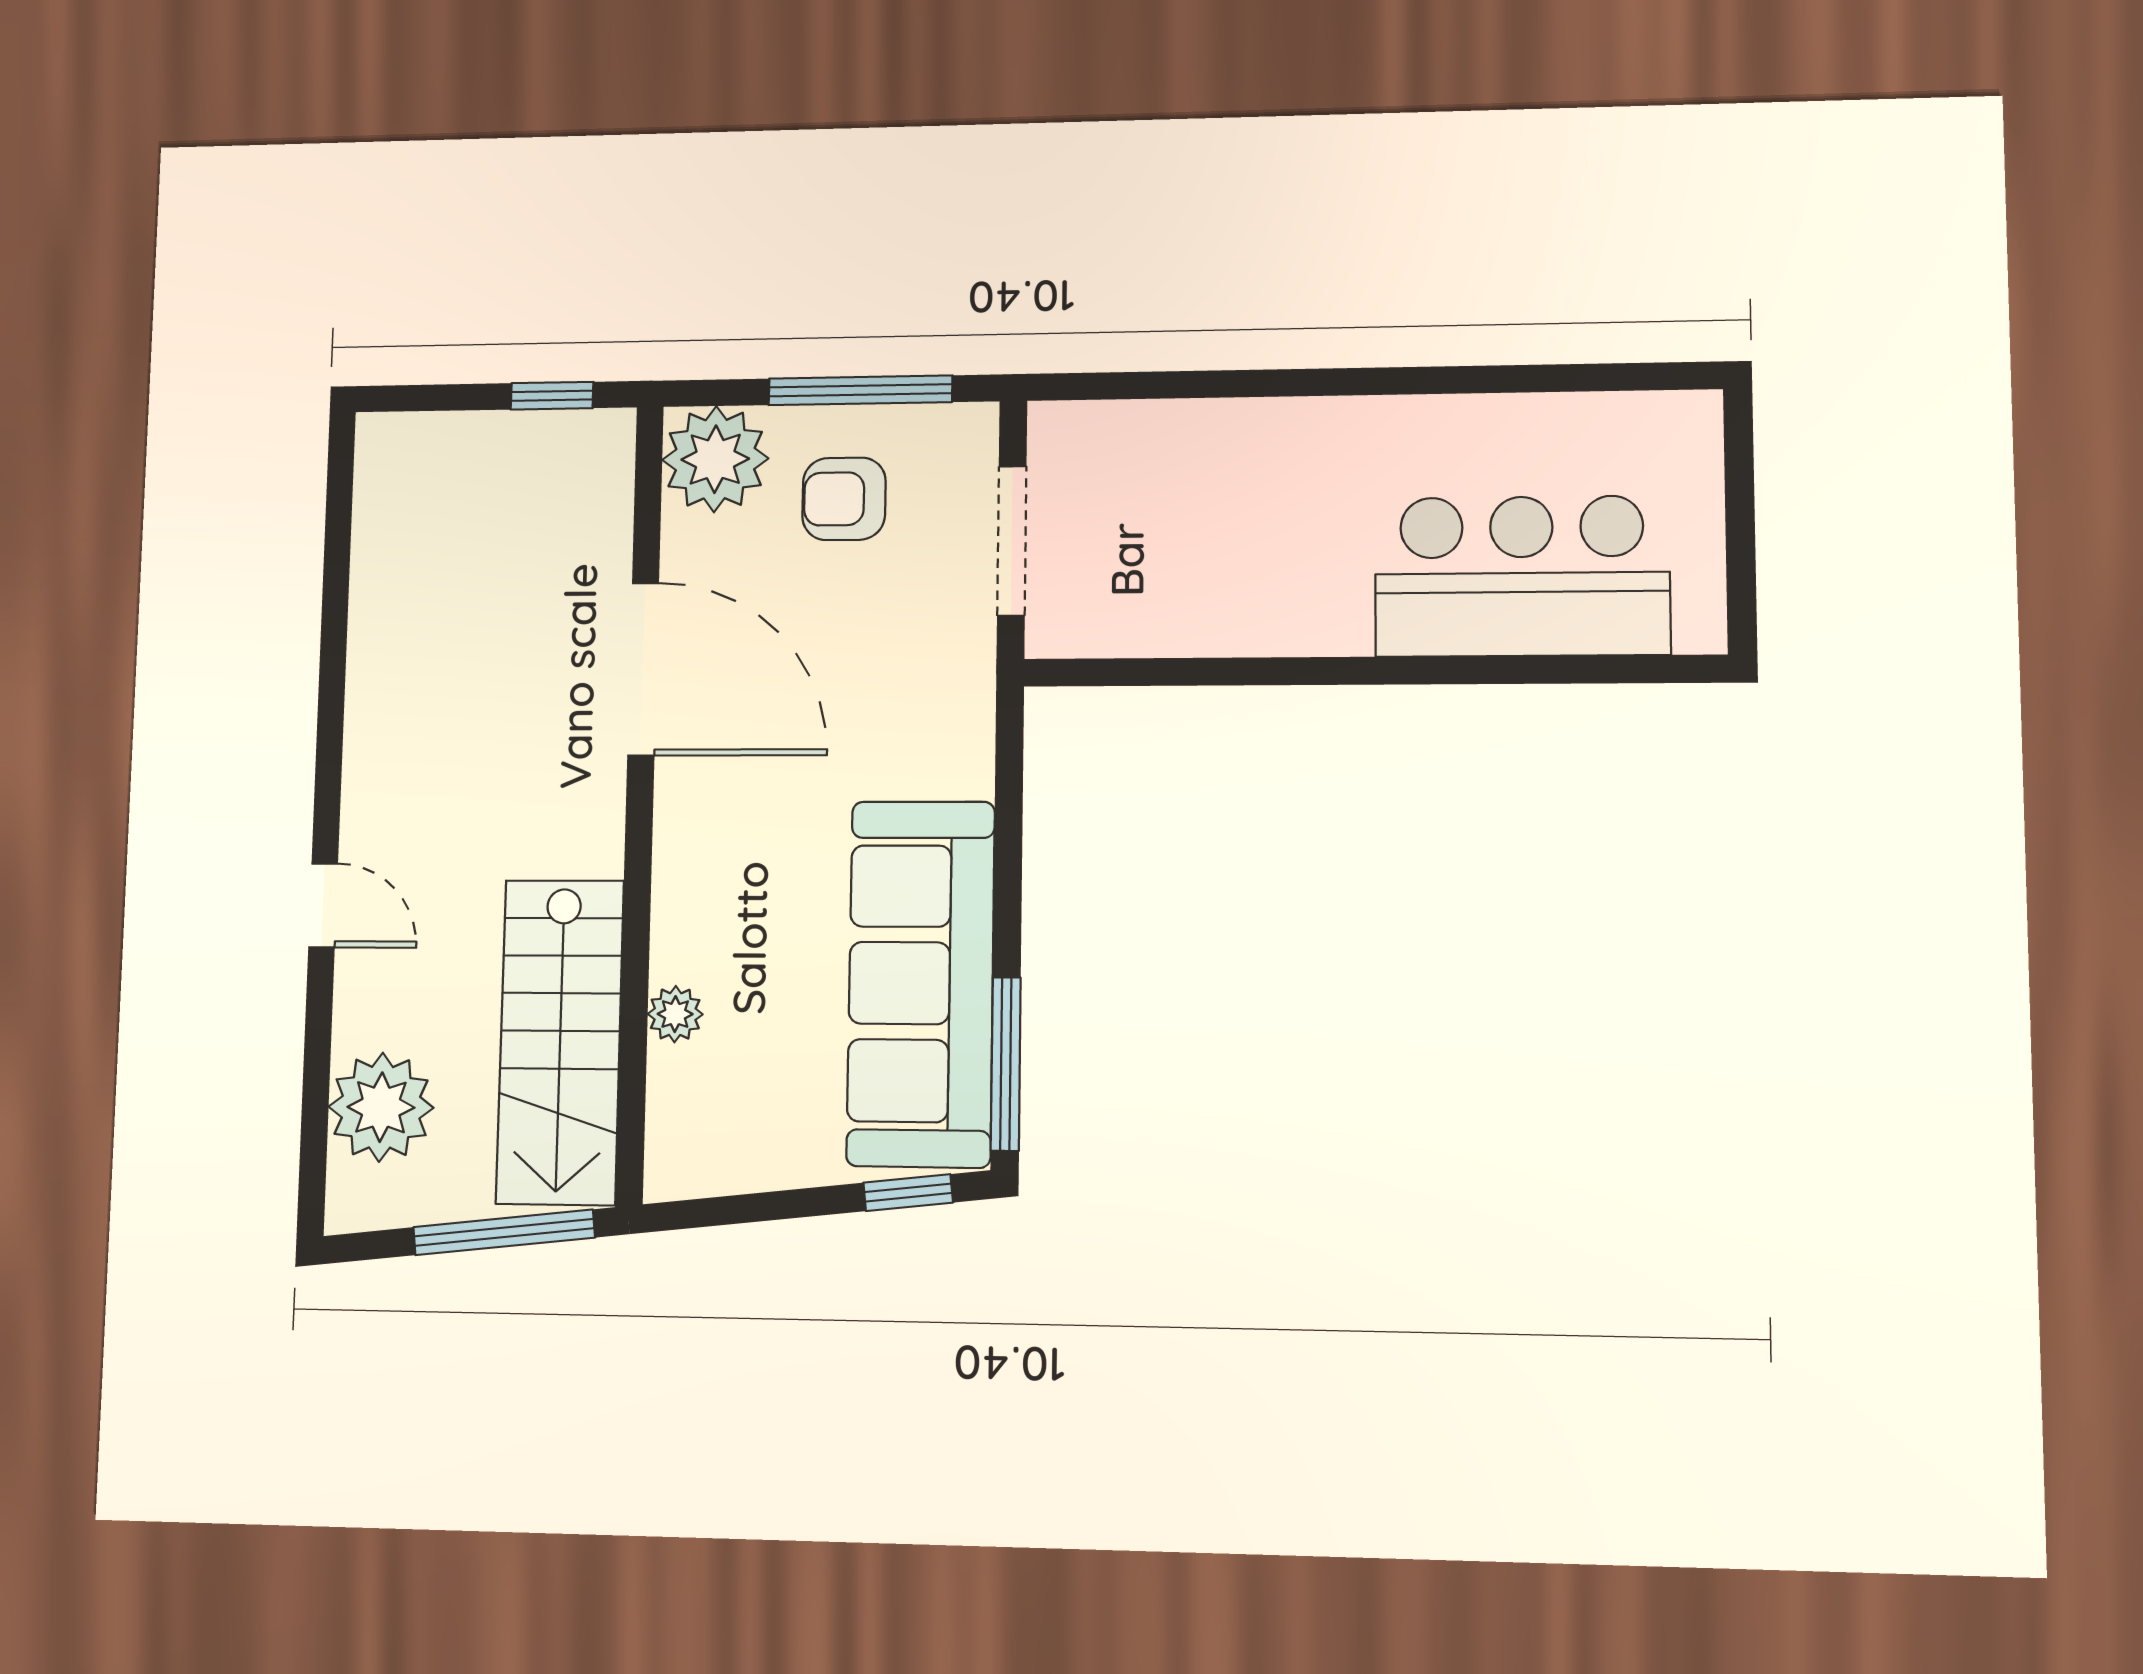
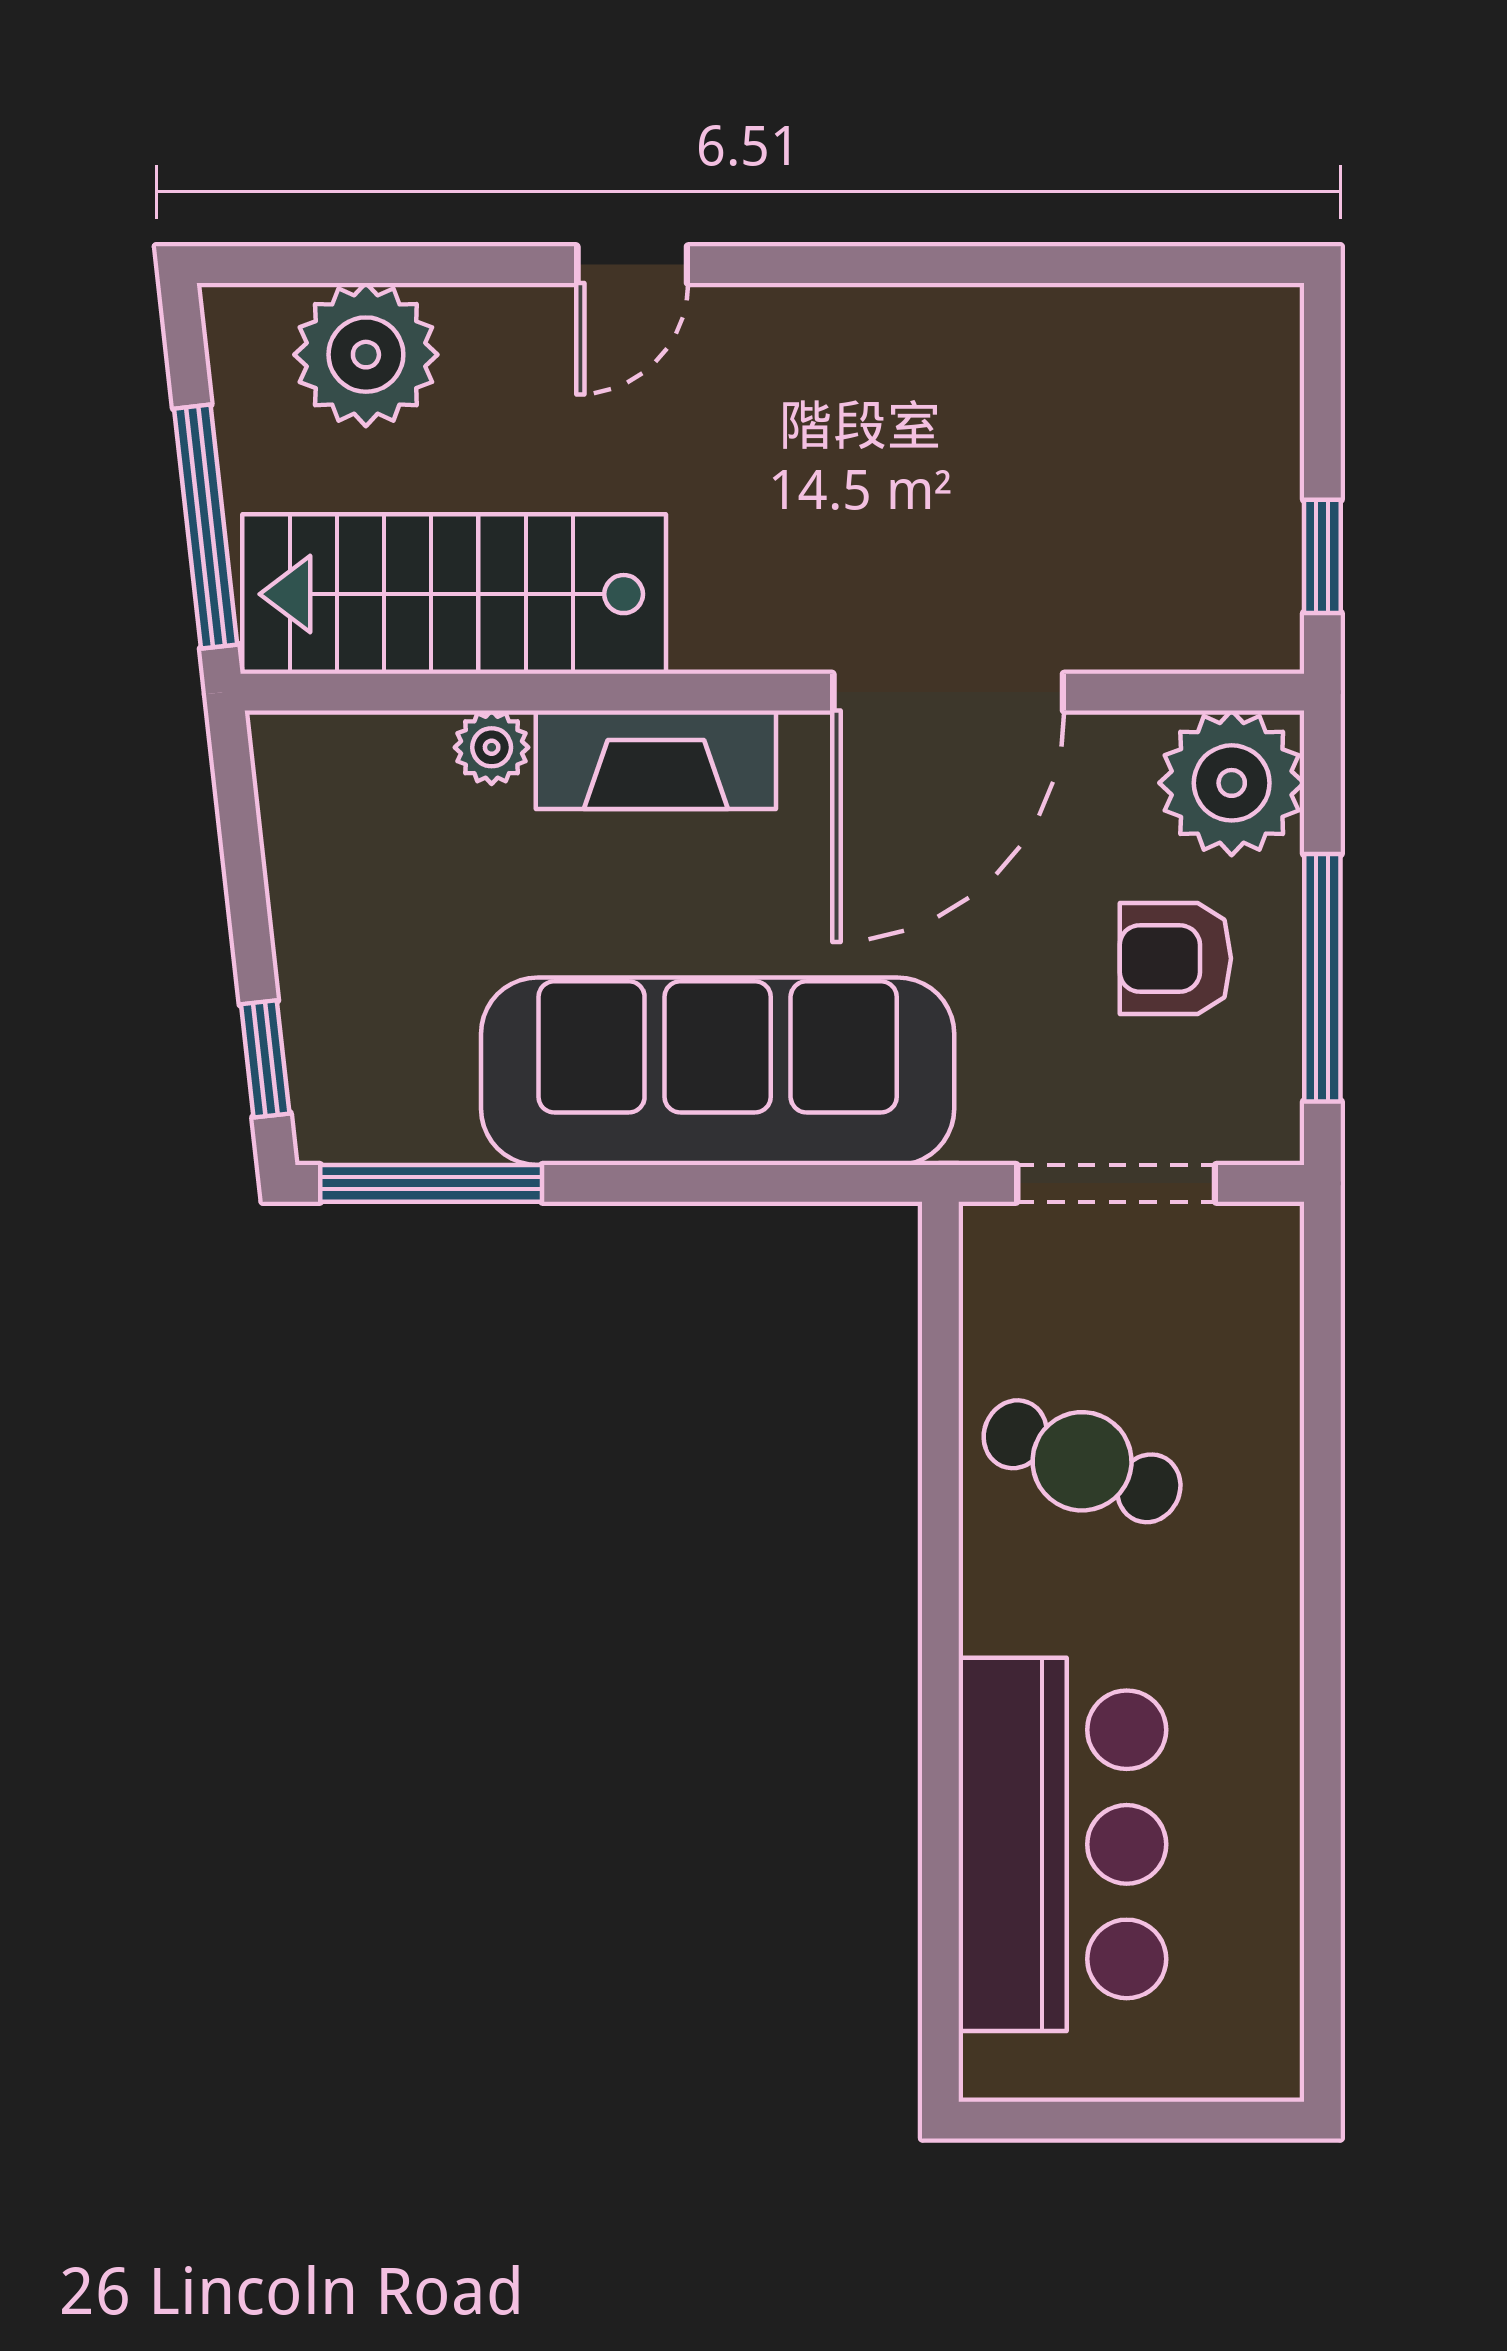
armchair: (844, 499) -> (1175, 958), turned -90
cafe table: (1223, 564) -> (1082, 1461), added
fireplace: (688, 889) -> (656, 760), added
sofa: (921, 983) -> (718, 1071), moved

